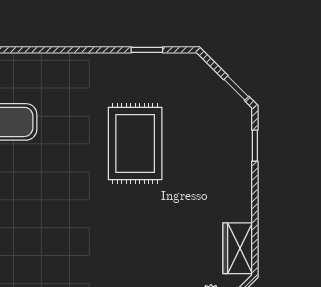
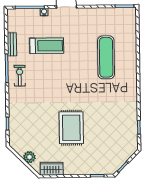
rug: (135, 143) -> (71, 128), moved, turned 90

